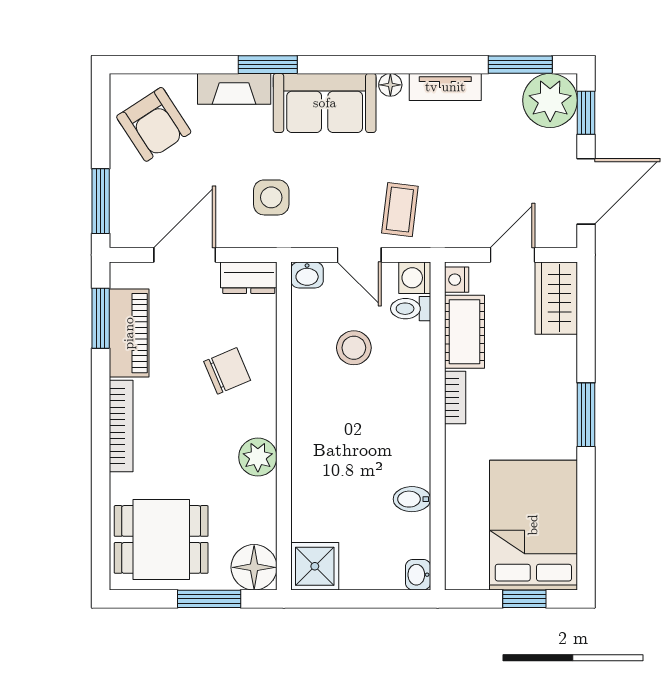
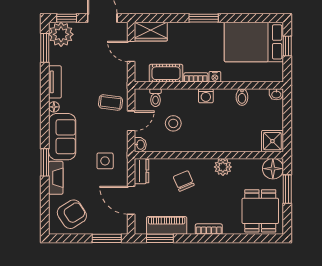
washing machine: (415, 278) -> (206, 96), moved
nightstand: (457, 280) -> (215, 77), moved
bookcase: (121, 426) -> (209, 229), width x0.64

